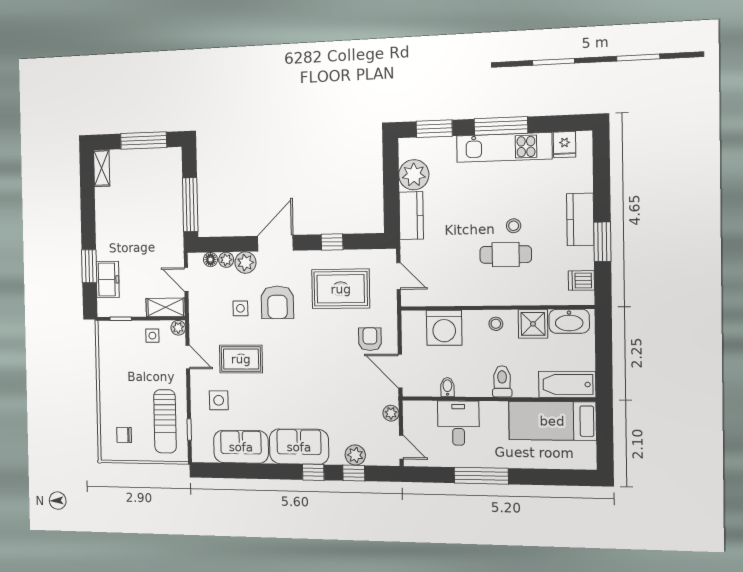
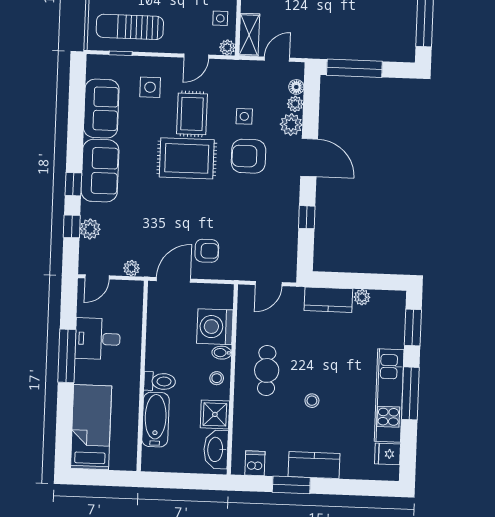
plant: (414, 175) -> (362, 297), width x0.53, depth x0.53
cafe table: (506, 255) -> (267, 370), moved
rug: (341, 289) -> (187, 158), moved, turned 90
bathtub: (567, 384) -> (155, 420), moved
bidet: (447, 387) -> (222, 353), moved, turned 180
bed: (552, 421) -> (91, 427), moved
desk: (458, 423) -> (98, 339), moved, turned 180

